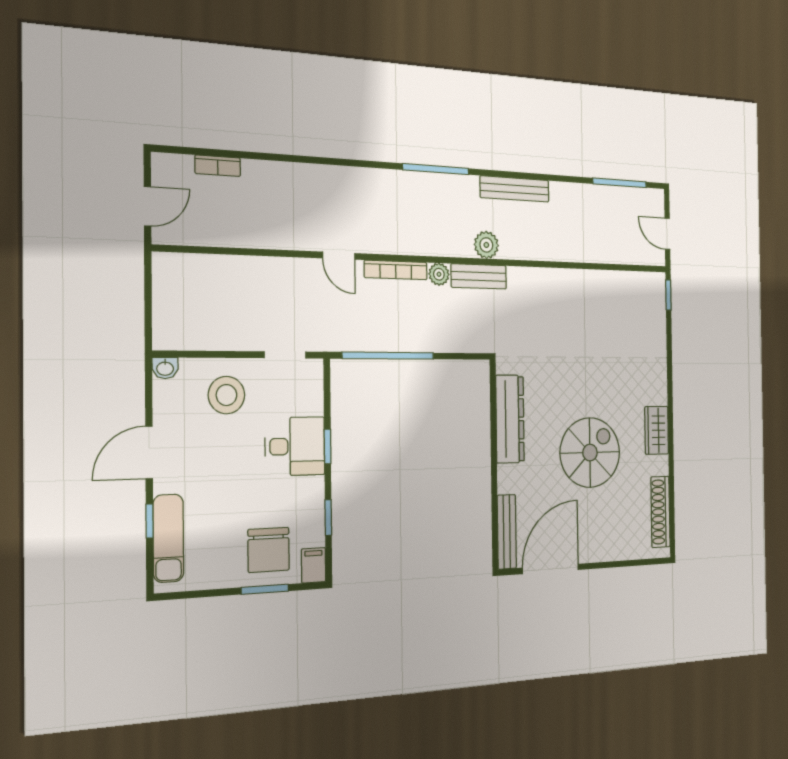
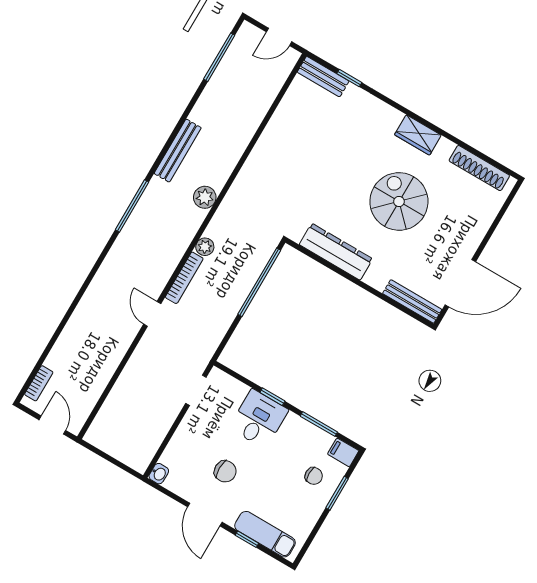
bookcase: (218, 166) -> (39, 383), moved
door: (339, 256) -> (152, 314), swing flipped
bench: (479, 276) -> (323, 77), moved, turned 90
window: (668, 295) -> (349, 78), moved
window: (388, 356) -> (259, 282), moved
stool: (226, 395) -> (199, 445), removed
chair: (214, 445) -> (225, 471), added
window: (328, 518) -> (319, 424), width x1.50
chair: (269, 550) -> (314, 476), width x0.54, depth x0.54
door: (550, 569) -> (460, 283), swing flipped

